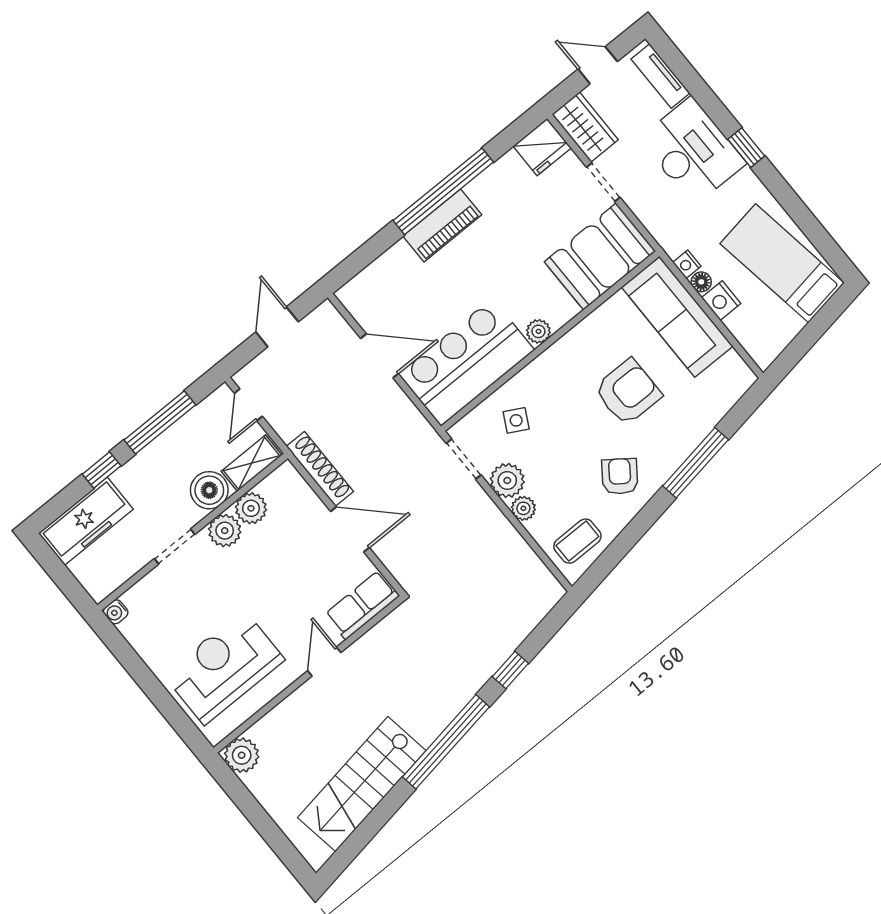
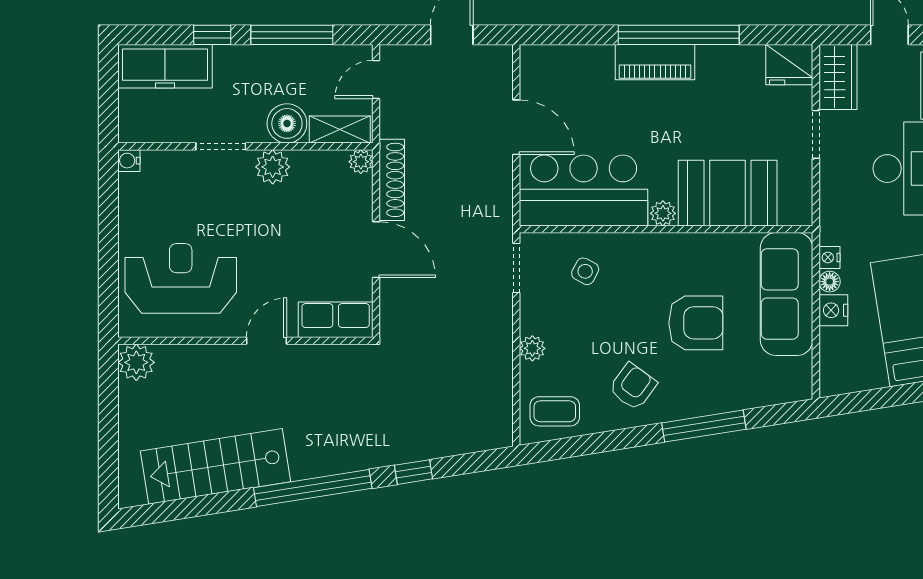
booth: (600, 257) -> (728, 193), moved
plant: (507, 480) -> (538, 315), removed
plant: (251, 508) -> (361, 162), moved, width x0.73, depth x0.73

